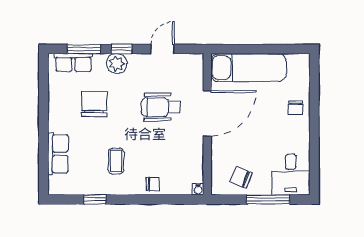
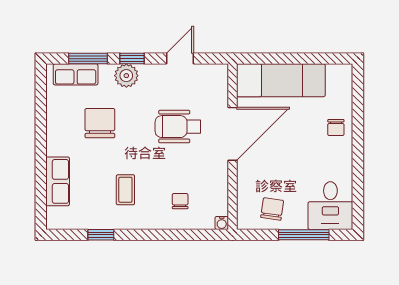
chair: (241, 177) -> (272, 209), turned 76
chair: (153, 184) -> (180, 201), moved, turned -90

